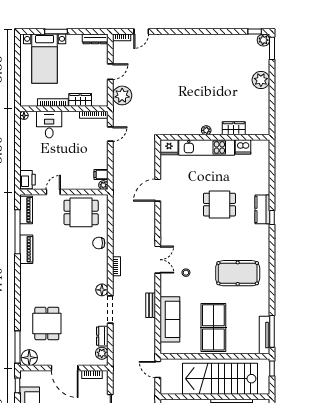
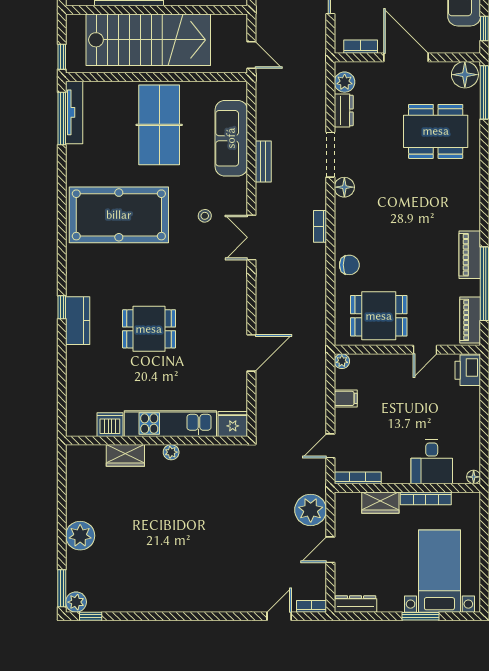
filing cabinet: (101, 174) -> (346, 398), moved
pool table: (238, 273) -> (119, 215), width x1.36, depth x1.32
dining table: (47, 323) -> (436, 131), width x1.38

